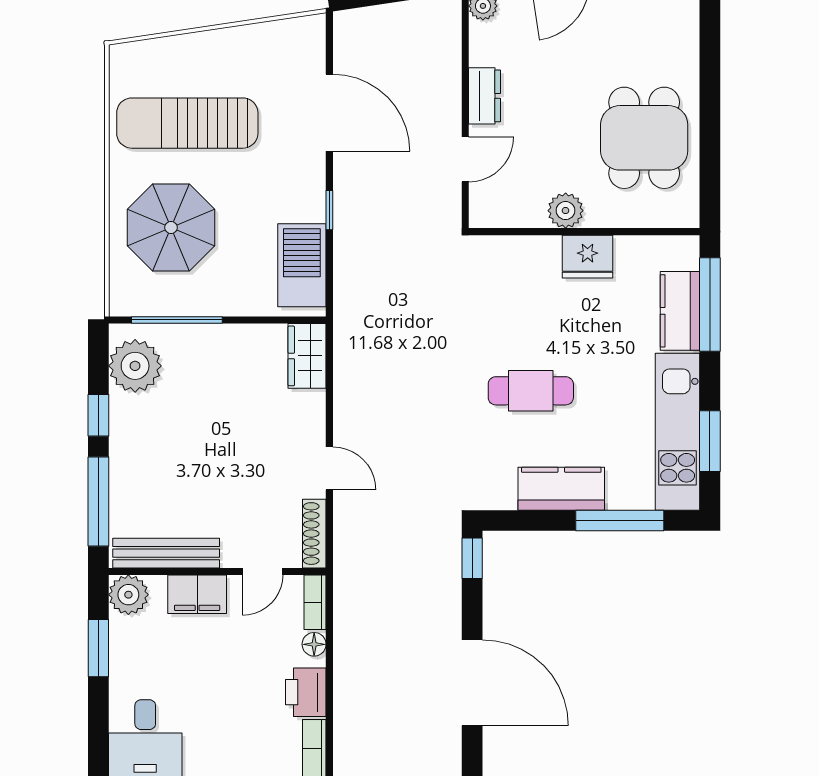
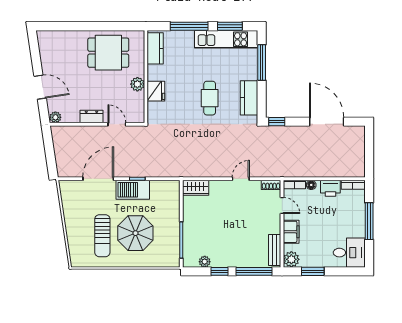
sun lounger: (187, 123) -> (102, 236), width x0.73, depth x0.75
parasol: (171, 228) -> (135, 233), moved
fridge: (588, 257) -> (156, 91), moved
barbecue: (302, 265) -> (133, 190), moved
window: (710, 304) -> (189, 26), moved
kitchen counter: (680, 311) -> (155, 48), moved, turned -90
plant: (135, 366) -> (205, 262), width x0.53, depth x0.53
kitchen counter: (561, 489) -> (249, 98), moved
shoe rack: (314, 534) -> (271, 185), width x0.70
bench: (166, 553) -> (275, 250), width x0.73
door: (472, 683) -> (327, 122), hinge flipped

